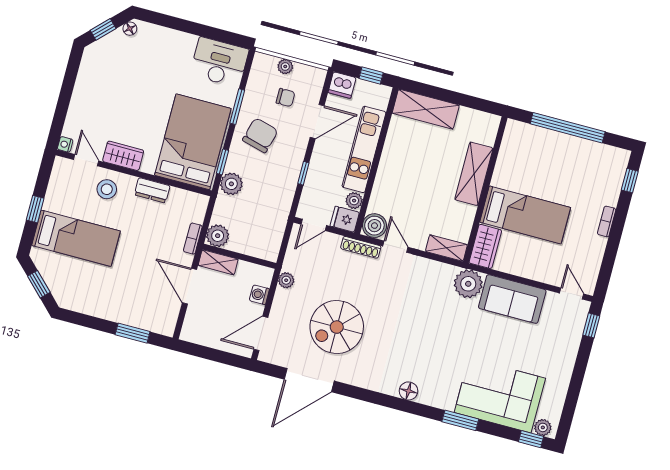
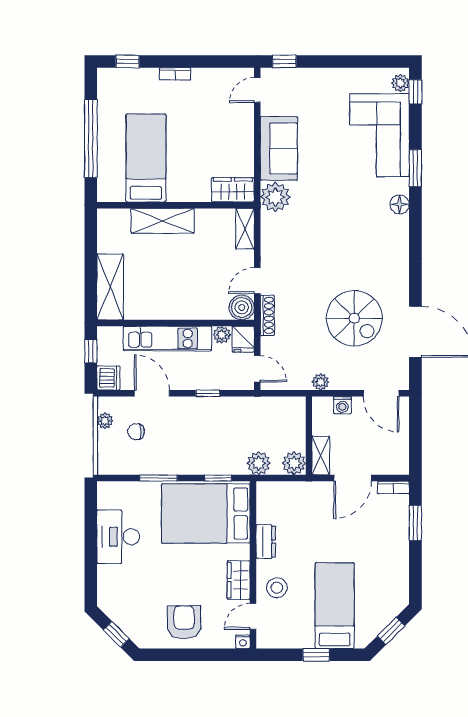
floor lamp: (130, 29) -> (108, 608), removed
desk: (219, 62) -> (118, 537), moved
plant: (285, 67) -> (105, 421), moved
armchair: (98, 95) -> (184, 622), added
chair: (286, 98) -> (136, 432), turned -90
chair: (260, 135) -> (181, 447), removed
plant: (231, 184) -> (259, 463), moved
bed: (525, 215) -> (146, 158), moved
bookcase: (193, 239) -> (393, 487), moved
floor lamp: (408, 391) -> (400, 204), moved

